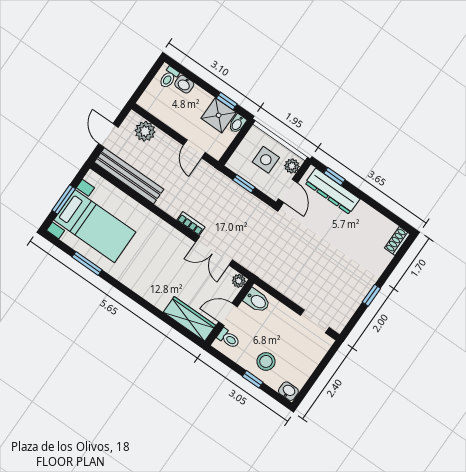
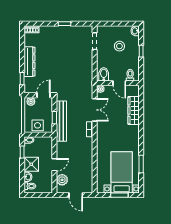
shower: (219, 115) -> (31, 164), moved
door: (108, 136) -> (76, 195), hinge flipped
door: (194, 149) -> (54, 165), moved
side table: (266, 160) -> (38, 125), moved
bench: (129, 176) -> (61, 121), moved
dresser: (332, 191) -> (29, 62), moved
wardrobe: (190, 319) -> (134, 111), moved
stool: (266, 361) -> (119, 46), moved

